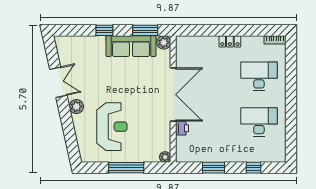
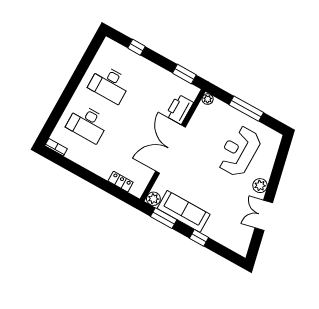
locker: (230, 41) -> (121, 182), moved
printer: (182, 128) -> (179, 109), width x1.87, depth x1.48
window: (213, 168) -> (184, 74), moved

